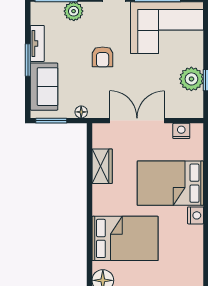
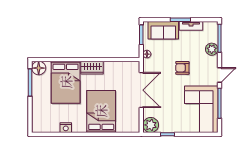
plant: (191, 79) -> (151, 125), moved
nightstand: (181, 131) -> (135, 118), removed
wardrobe: (102, 166) -> (92, 68), moved
nightstand: (196, 215) -> (66, 128), moved

